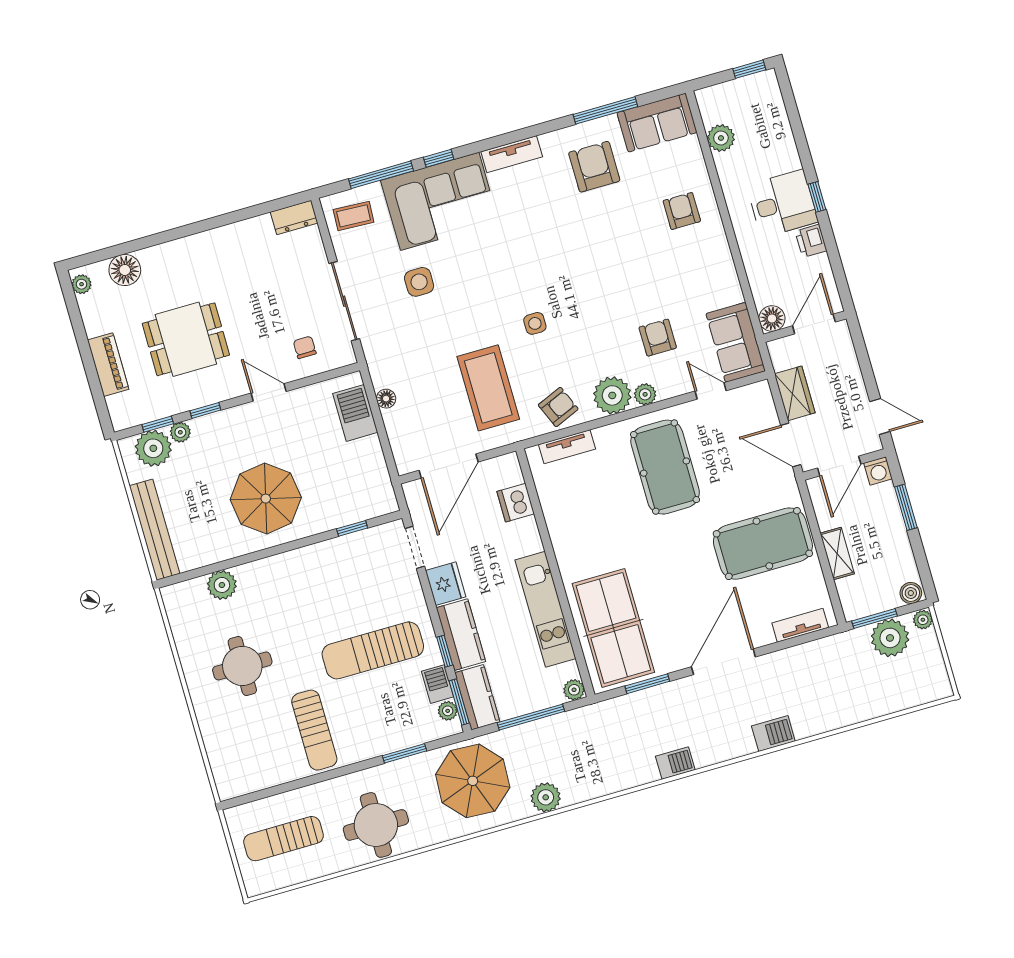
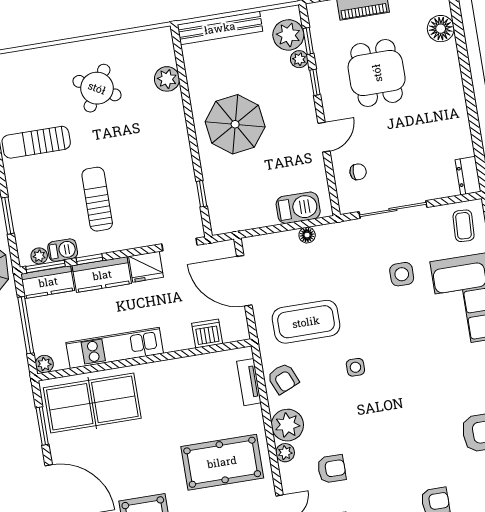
sun lounger: (373, 650) -> (97, 199), width x0.73, depth x0.75
round table: (242, 666) -> (97, 88), turned 30

